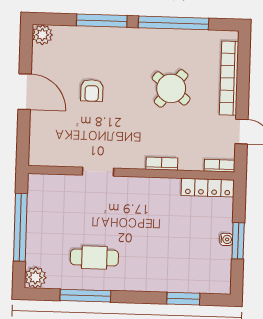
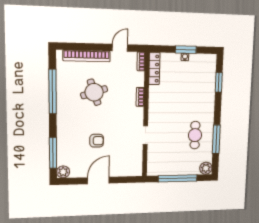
window: (102, 21) -> (53, 153), moved
round table: (171, 88) -> (94, 92), turned 34

